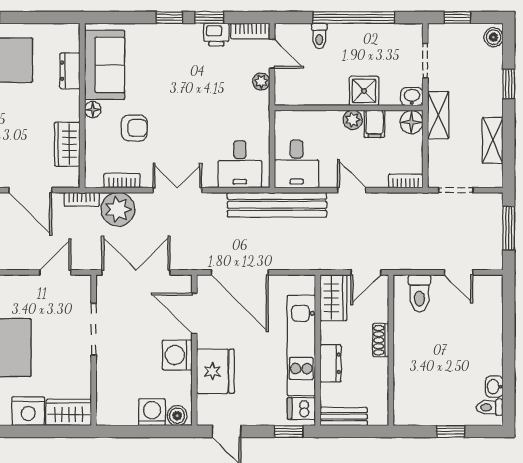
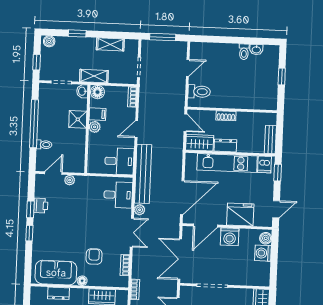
bookcase: (250, 31) -> (39, 185), removed
double door: (177, 190) -> (132, 233), swing flipped
plant: (118, 209) -> (140, 210), moved, width x0.53, depth x0.53
dresser: (331, 363) -> (225, 145), moved
toilet: (490, 407) -> (244, 52), moved

